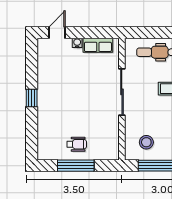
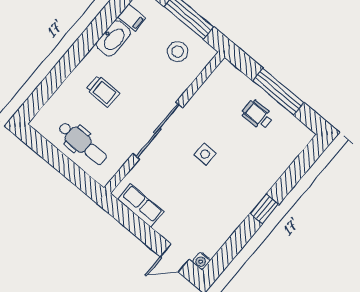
water cooler: (77, 43) -> (201, 261), moved
side table: (87, 100) -> (205, 154), added

